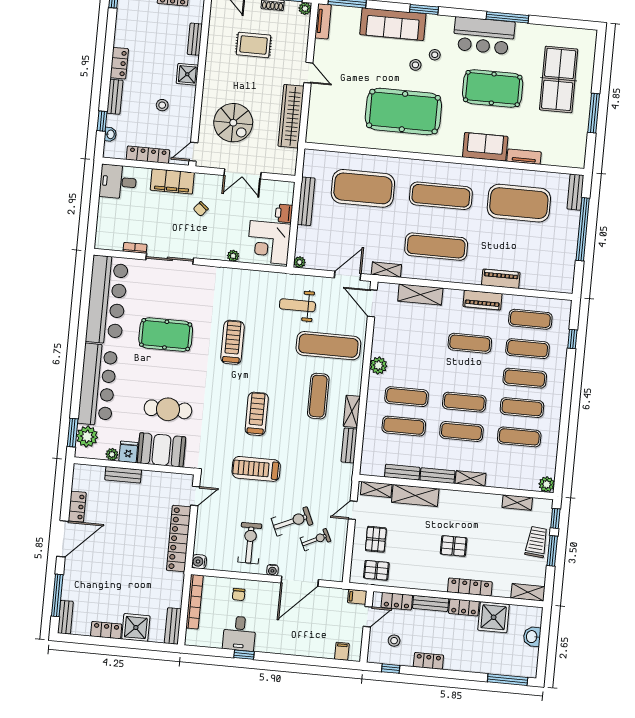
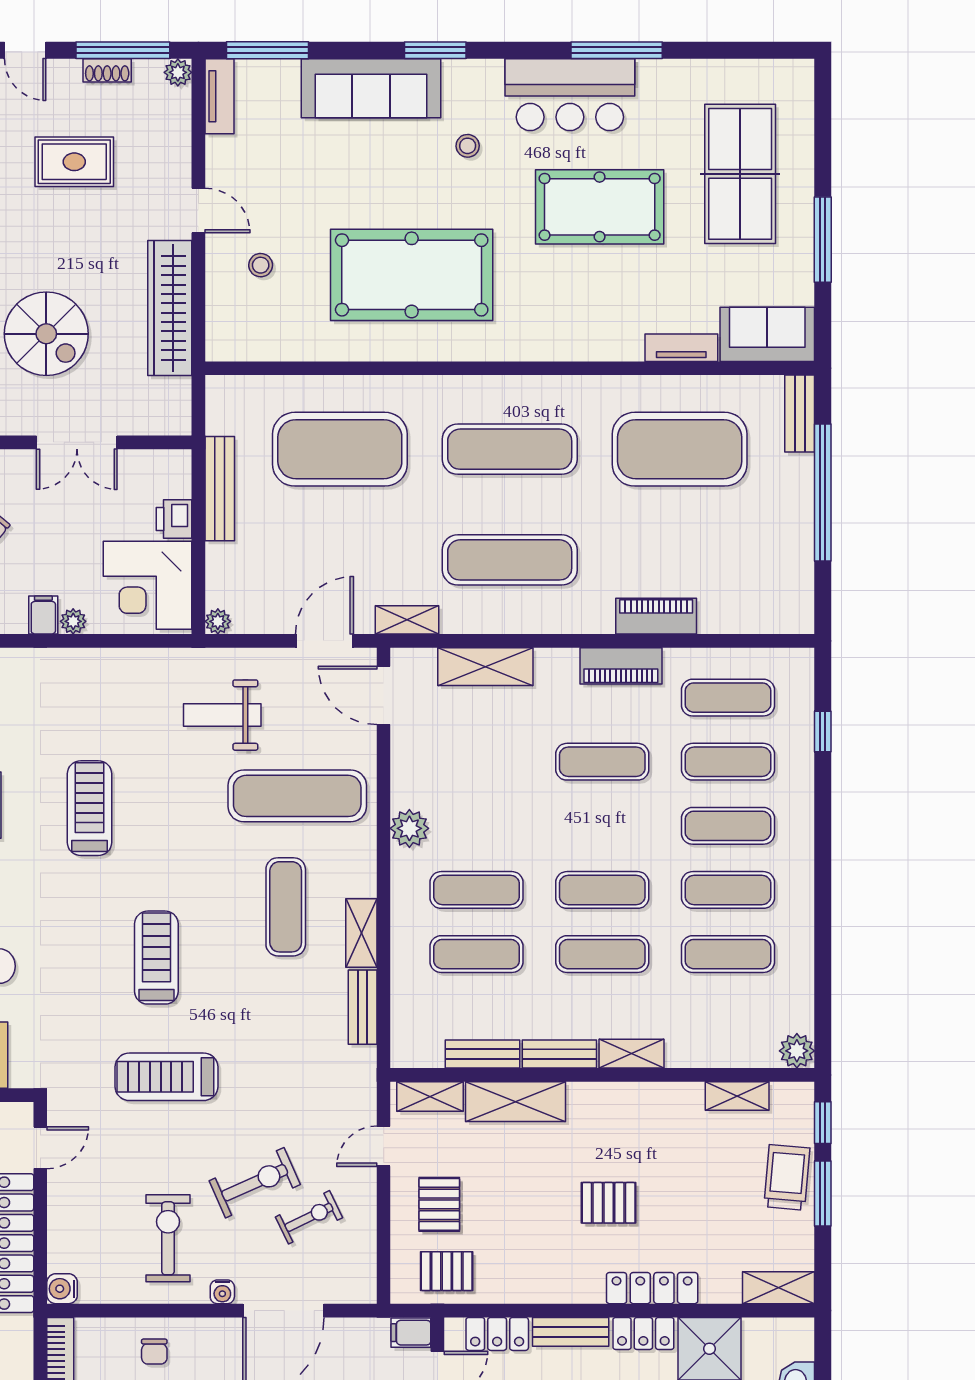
stool: (415, 65) -> (261, 265), moved
sofa: (485, 147) -> (767, 334), moved
filing cabinet: (220, 252) -> (43, 615), added

